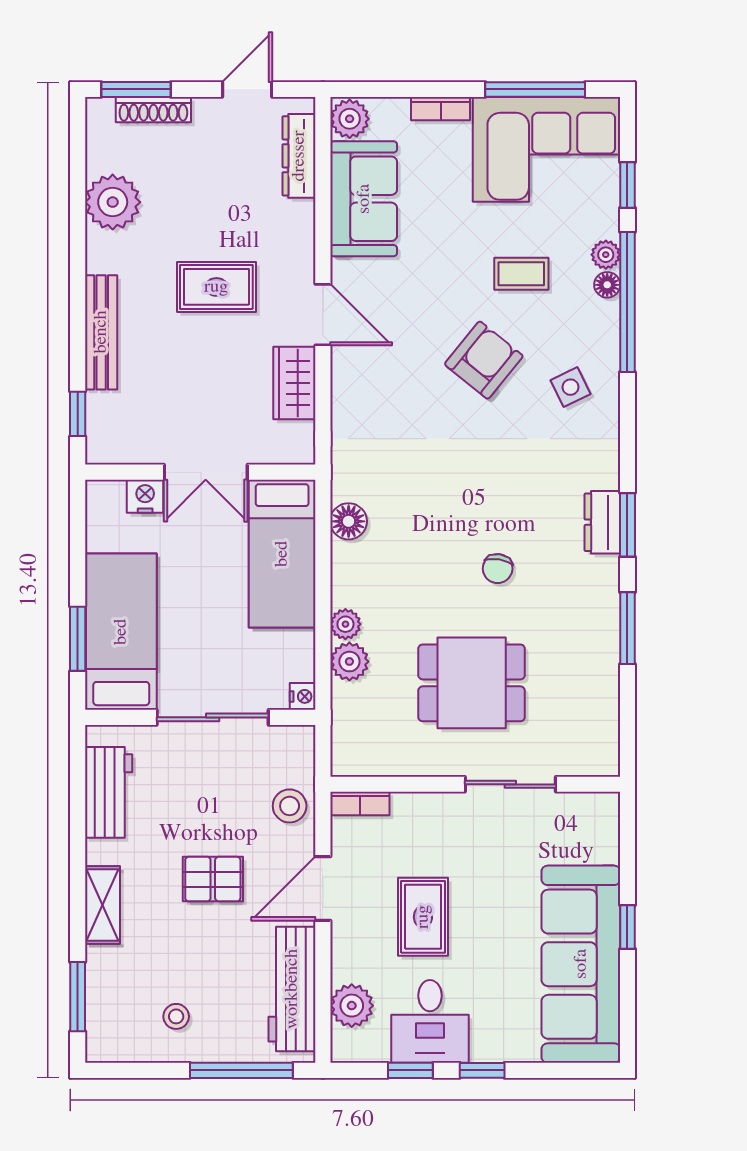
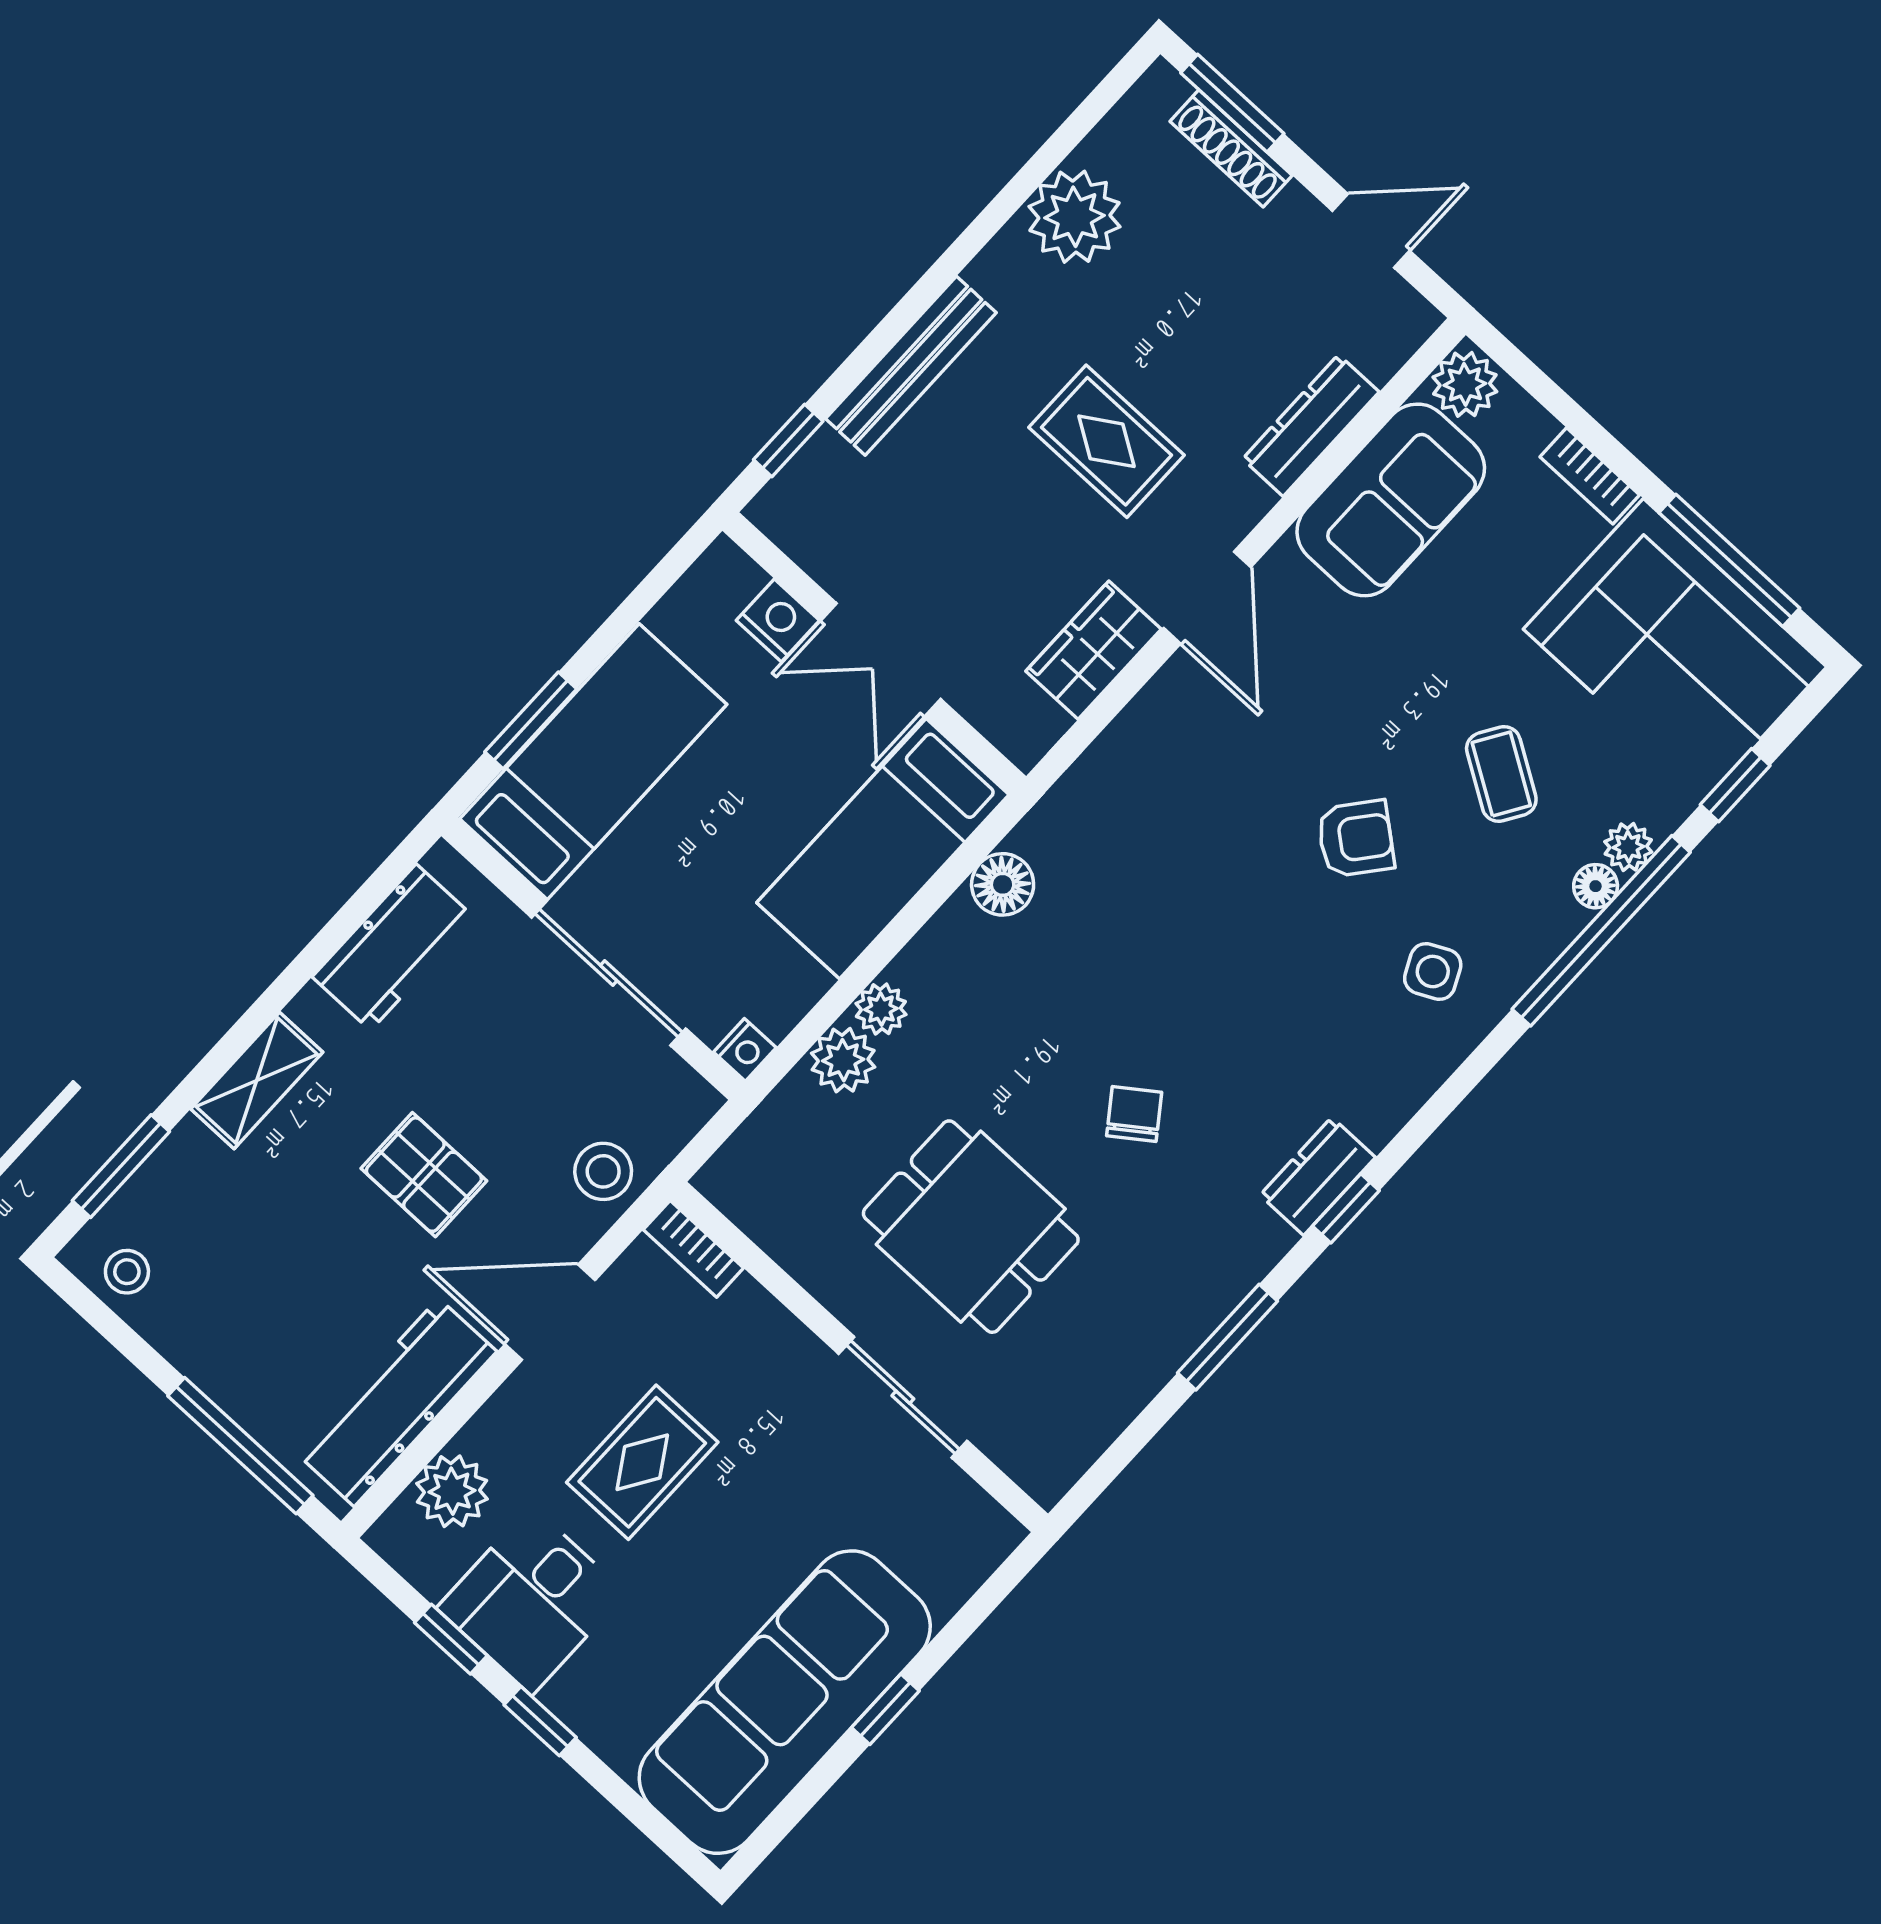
dresser: (299, 156) -> (1311, 425), moved
coffee table: (521, 274) -> (1501, 774), turned 32
armchair: (484, 360) -> (1356, 839), width x0.72, depth x0.72
window: (627, 525) -> (1346, 1208), width x0.67
chair: (498, 569) -> (1134, 1114), turned 135
stool: (176, 1016) -> (127, 1272), moved

